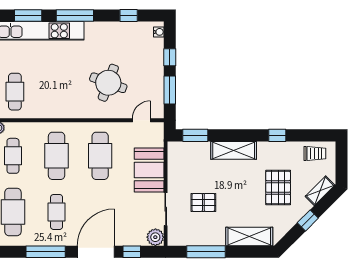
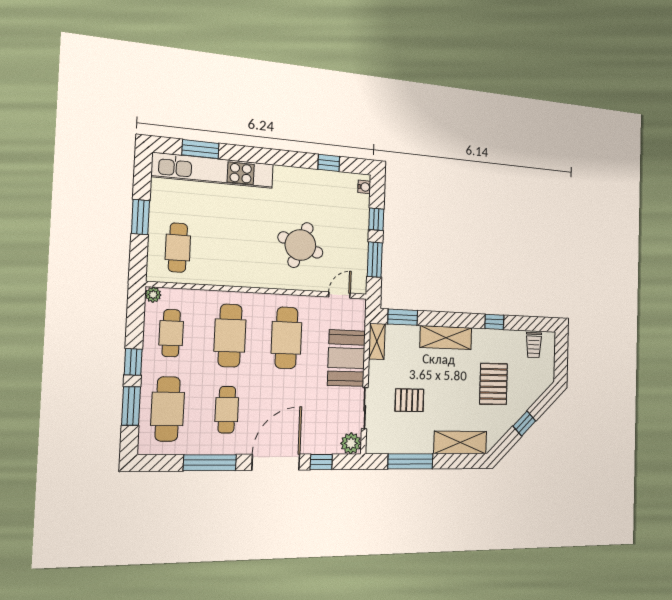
window: (75, 15) -> (262, 156), removed
trolley: (315, 153) -> (534, 345), turned 90
shelving: (320, 191) -> (377, 341), moved, turned -45

